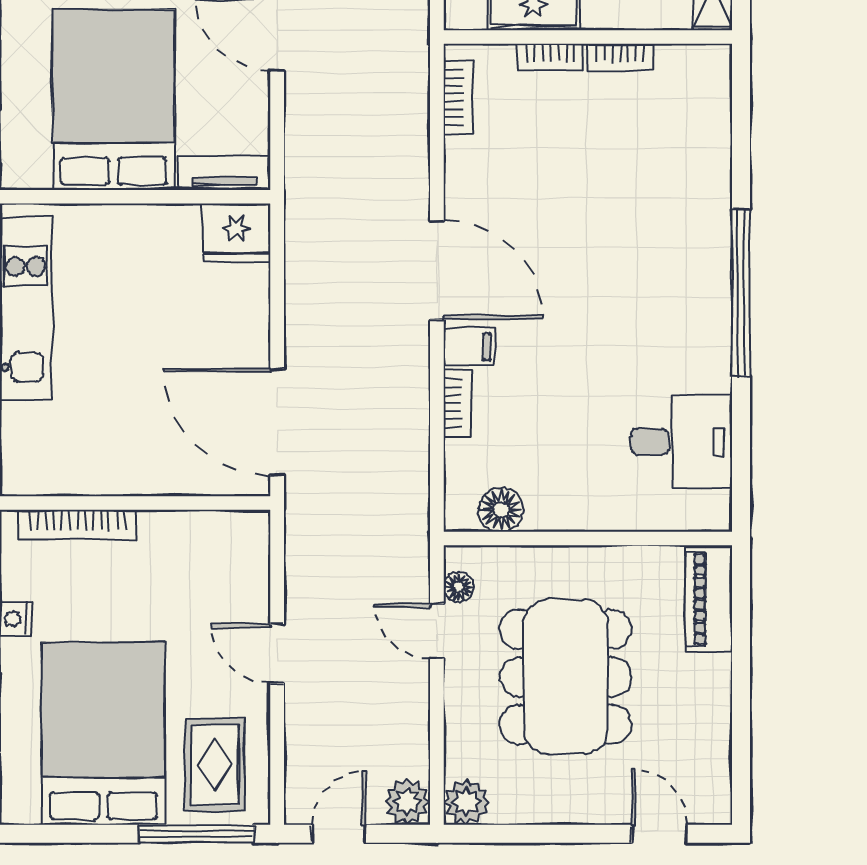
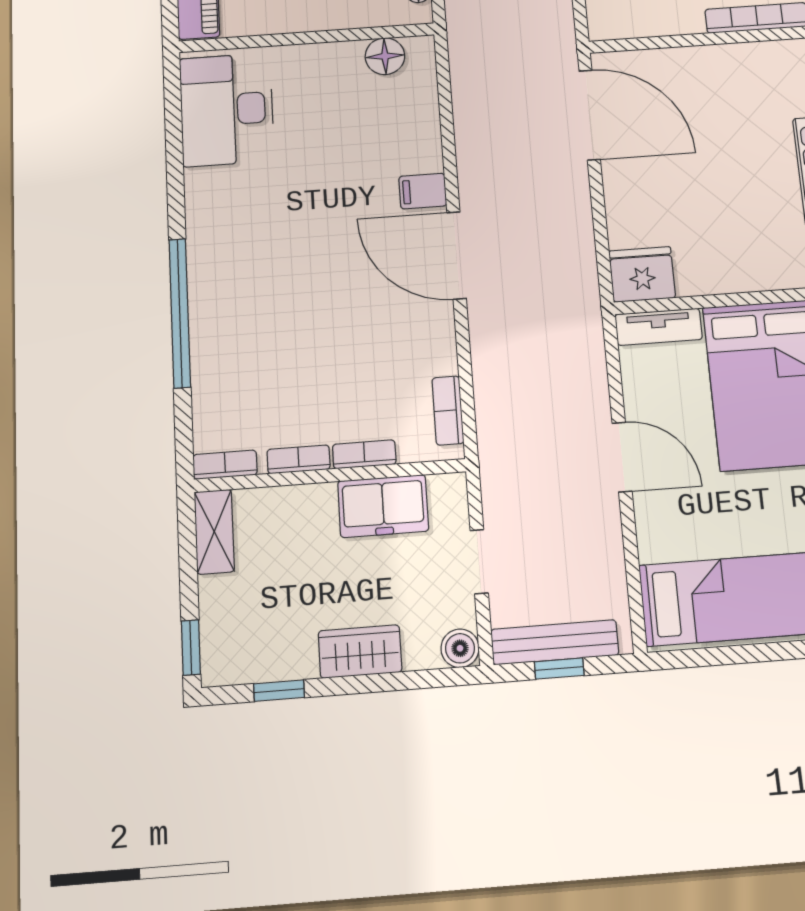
window: (741, 293) -> (180, 313), moved
bookcase: (457, 403) -> (225, 465), moved, turned 90
desk: (681, 442) -> (227, 110), width x1.37

